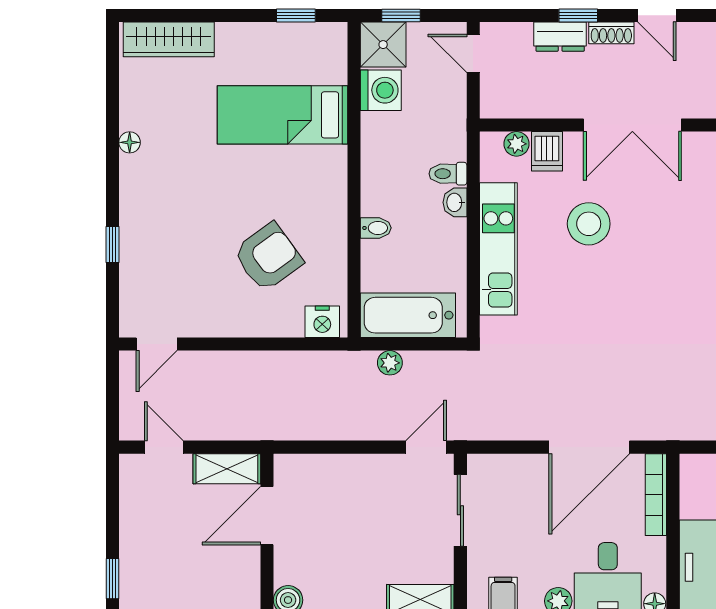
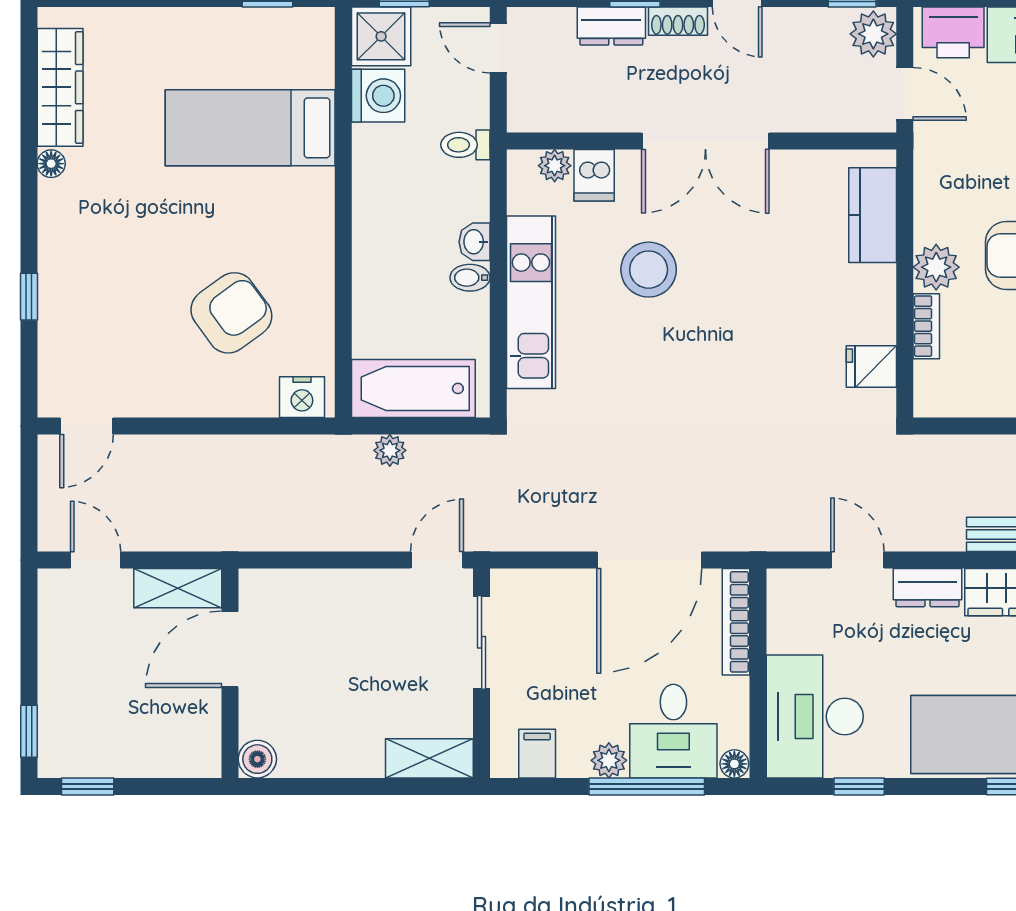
wardrobe: (169, 39) -> (60, 87), moved, turned -90
toilet: (448, 174) -> (465, 145), moved
bidet: (376, 228) -> (470, 278), moved, turned 180

